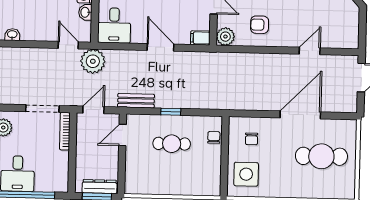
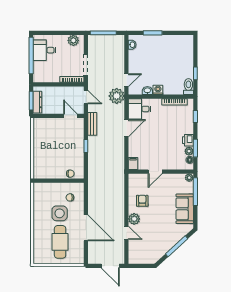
plant: (225, 37) -> (134, 219), moved
door: (160, 47) -> (126, 128), moved
cafe table: (172, 144) -> (66, 147), removed
side table: (246, 174) -> (60, 213), moved

